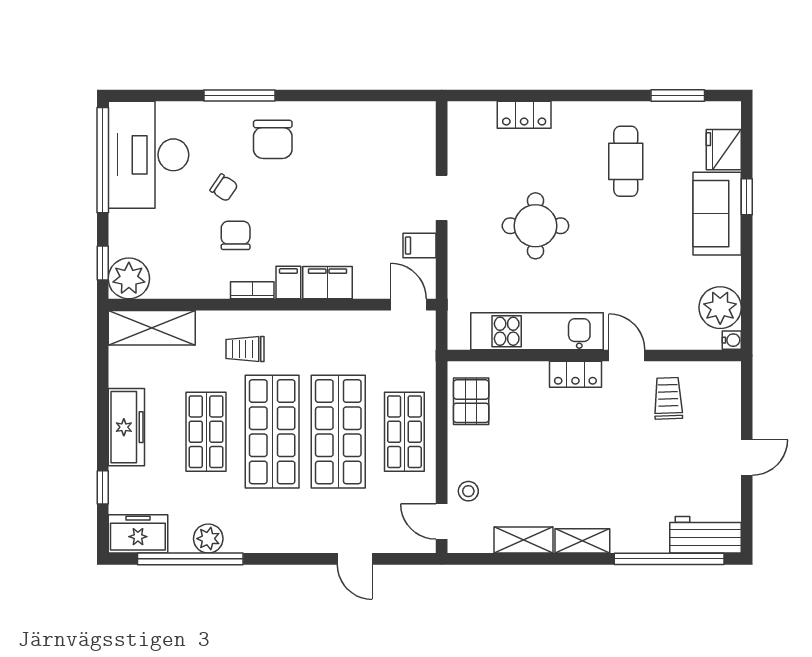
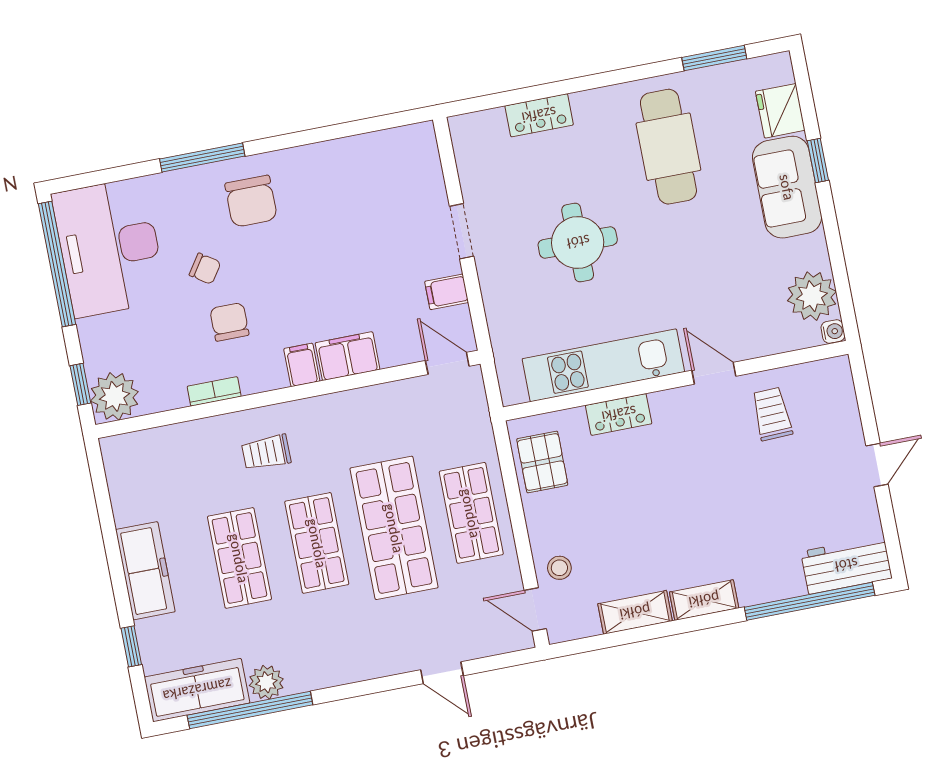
cafe table: (626, 161) -> (668, 147), width x1.37, depth x1.35
bookcase: (252, 290) -> (214, 391), moved
shelving: (152, 328) -> (152, 449), removed
locker: (575, 374) -> (619, 414), moved
shop shelf: (272, 432) -> (317, 543), width x0.70, depth x0.74
freezer: (138, 534) -> (197, 690), width x1.40

